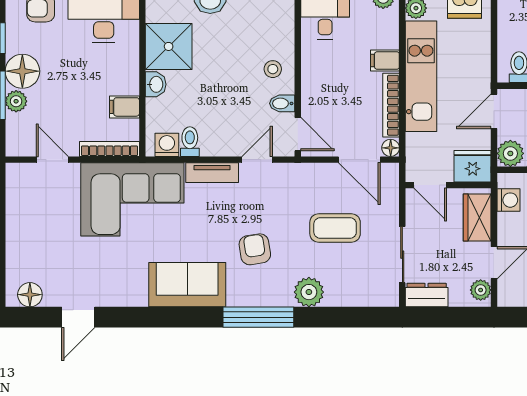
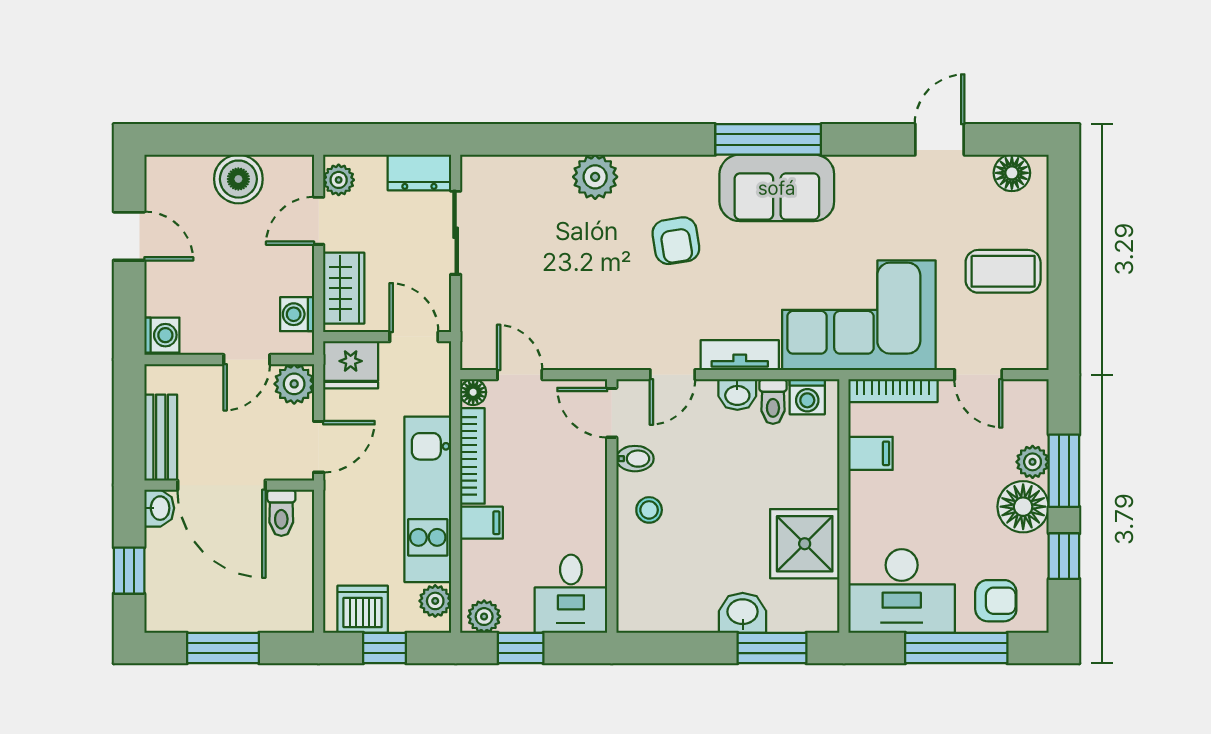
washbasin: (156, 84) -> (737, 395), moved, turned -90
door: (359, 160) -> (520, 375), width x0.73
coffee table: (335, 228) -> (1003, 271), moved
window: (258, 317) -> (768, 139), moved

